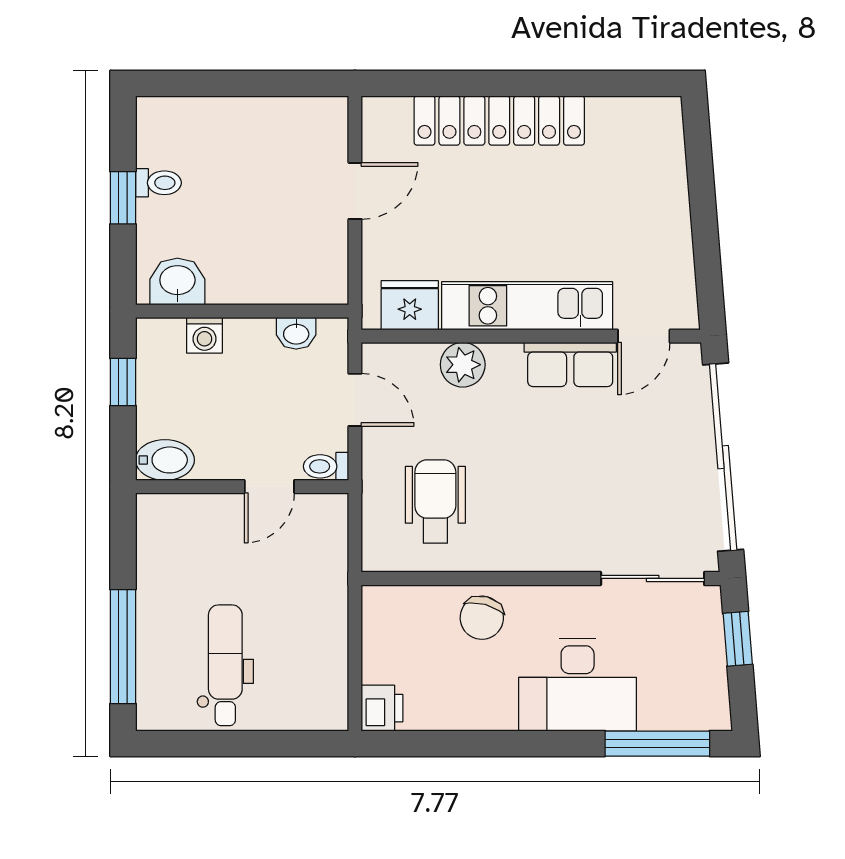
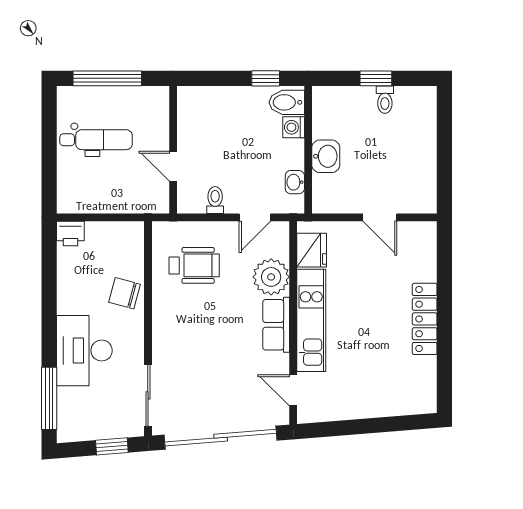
locker: (499, 121) -> (425, 319), width x0.71, depth x0.83
washbasin: (177, 282) -> (326, 156), moved
row of seats: (570, 364) -> (276, 325), moved
plant: (463, 365) -> (271, 277), width x1.36, depth x1.36
bidet: (165, 460) -> (287, 102), moved, turned 90
wall: (242, 487) -> (173, 150), moved
door: (269, 487) -> (173, 166), moved

